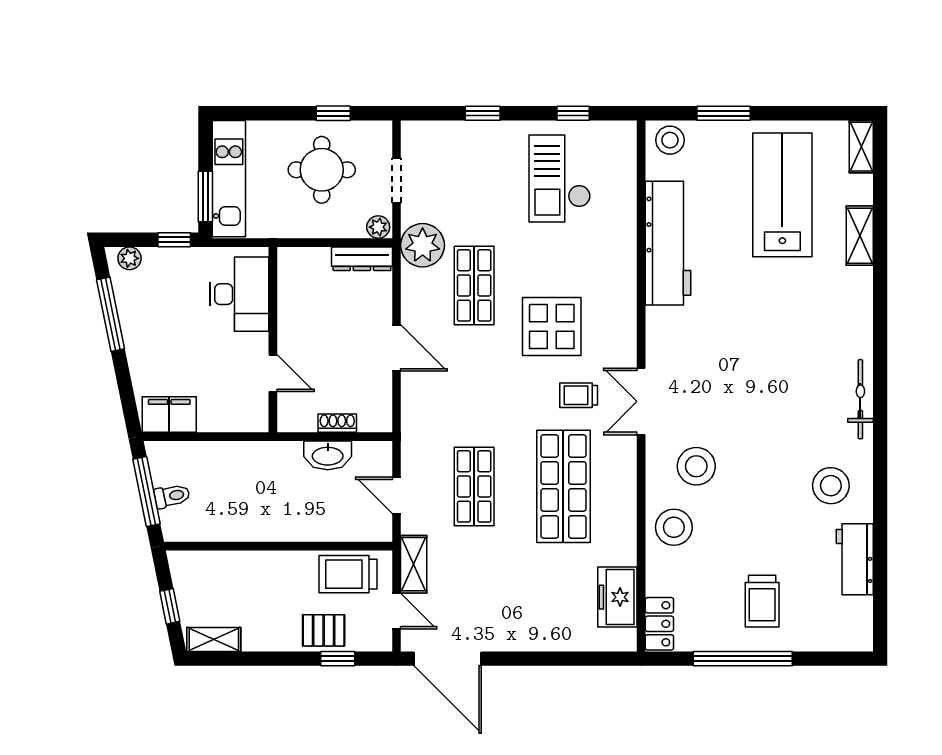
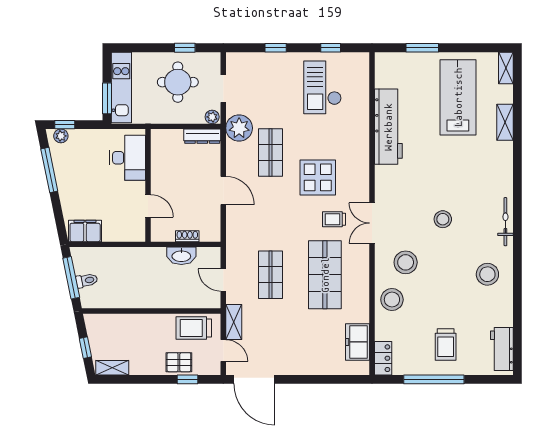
stool: (670, 140) -> (443, 219), moved
window: (174, 240) -> (65, 125), moved
workbench: (855, 559) -> (502, 349), moved

